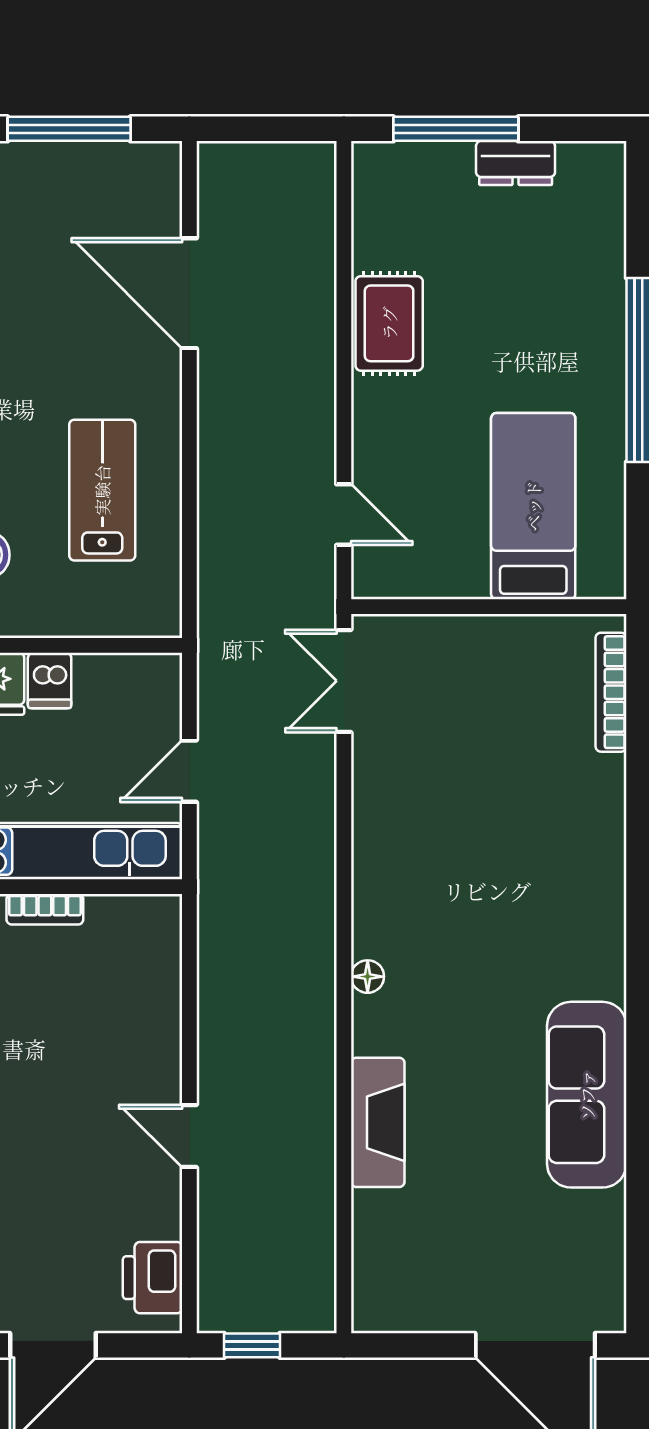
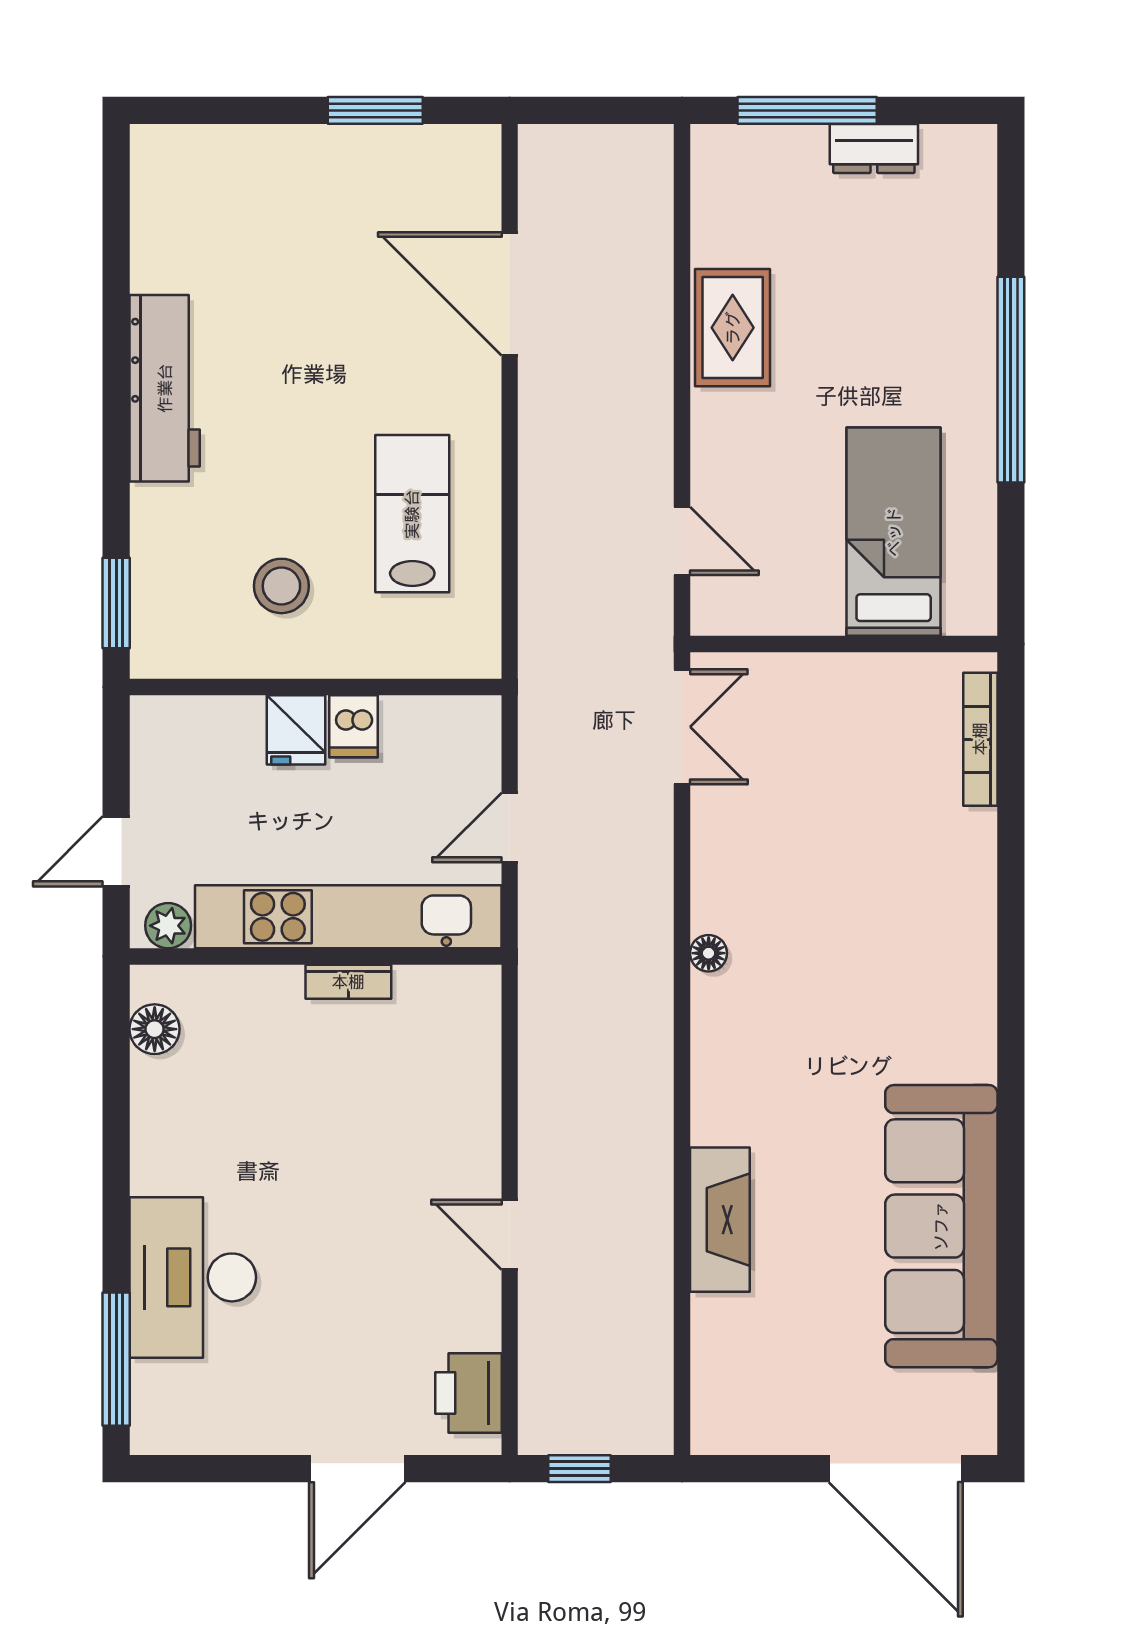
window: (69, 129) -> (375, 110), width x0.69
double door: (344, 681) -> (682, 727), swing flipped
floor lamp: (368, 977) -> (709, 953), moved
sofa: (587, 1095) -> (941, 1226), width x1.36, depth x1.27

